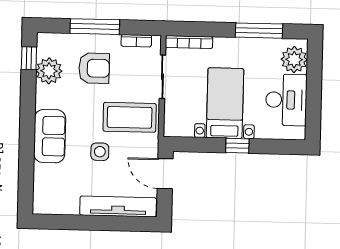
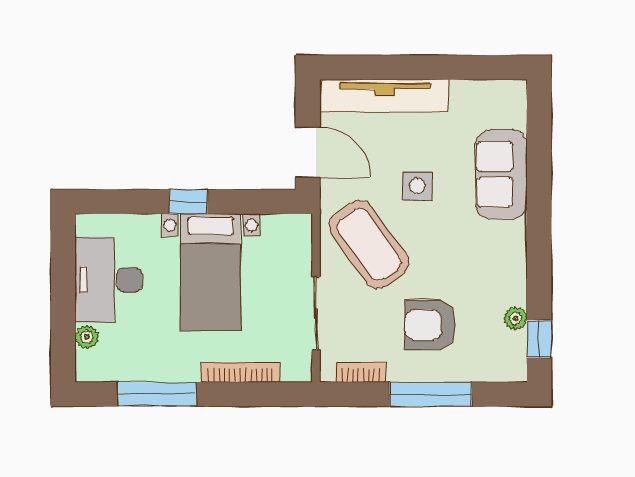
bookcase: (189, 42) -> (241, 372), moved
plant: (294, 60) -> (87, 337), width x0.53, depth x0.53
plant: (49, 71) -> (515, 318), width x0.53, depth x0.53
coffee table: (130, 117) -> (369, 244), turned 54
sofa: (50, 136) -> (501, 174), moved

